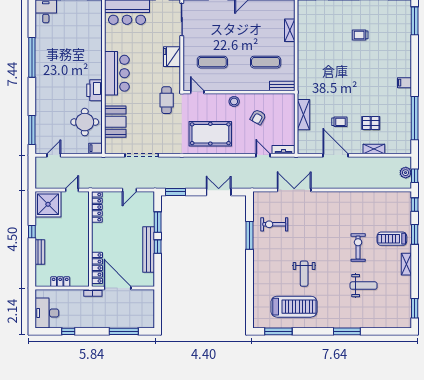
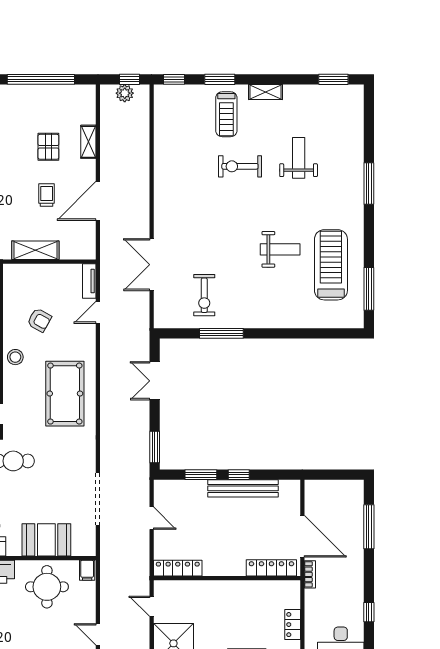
door: (118, 288) -> (302, 536), swing flipped

